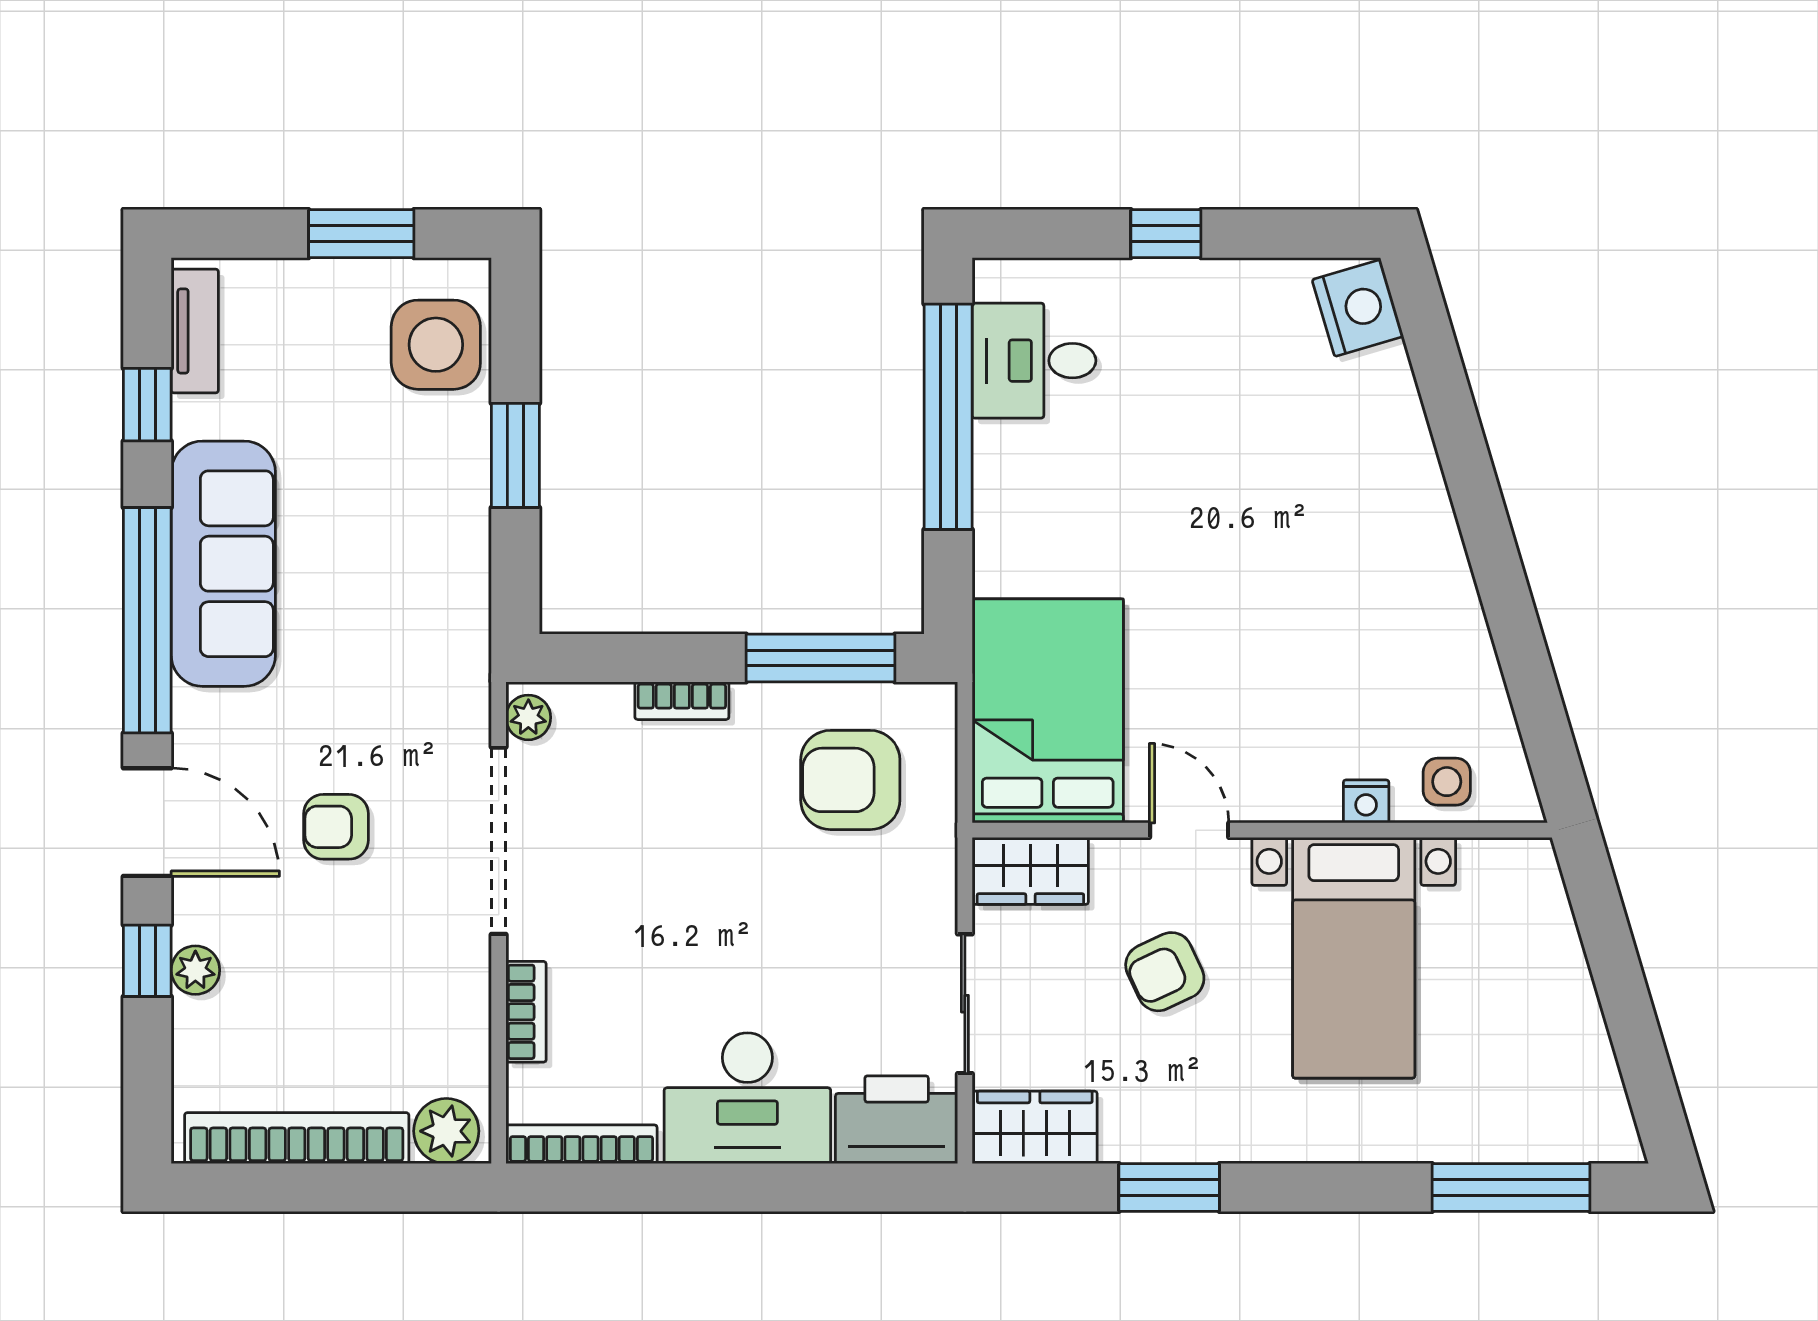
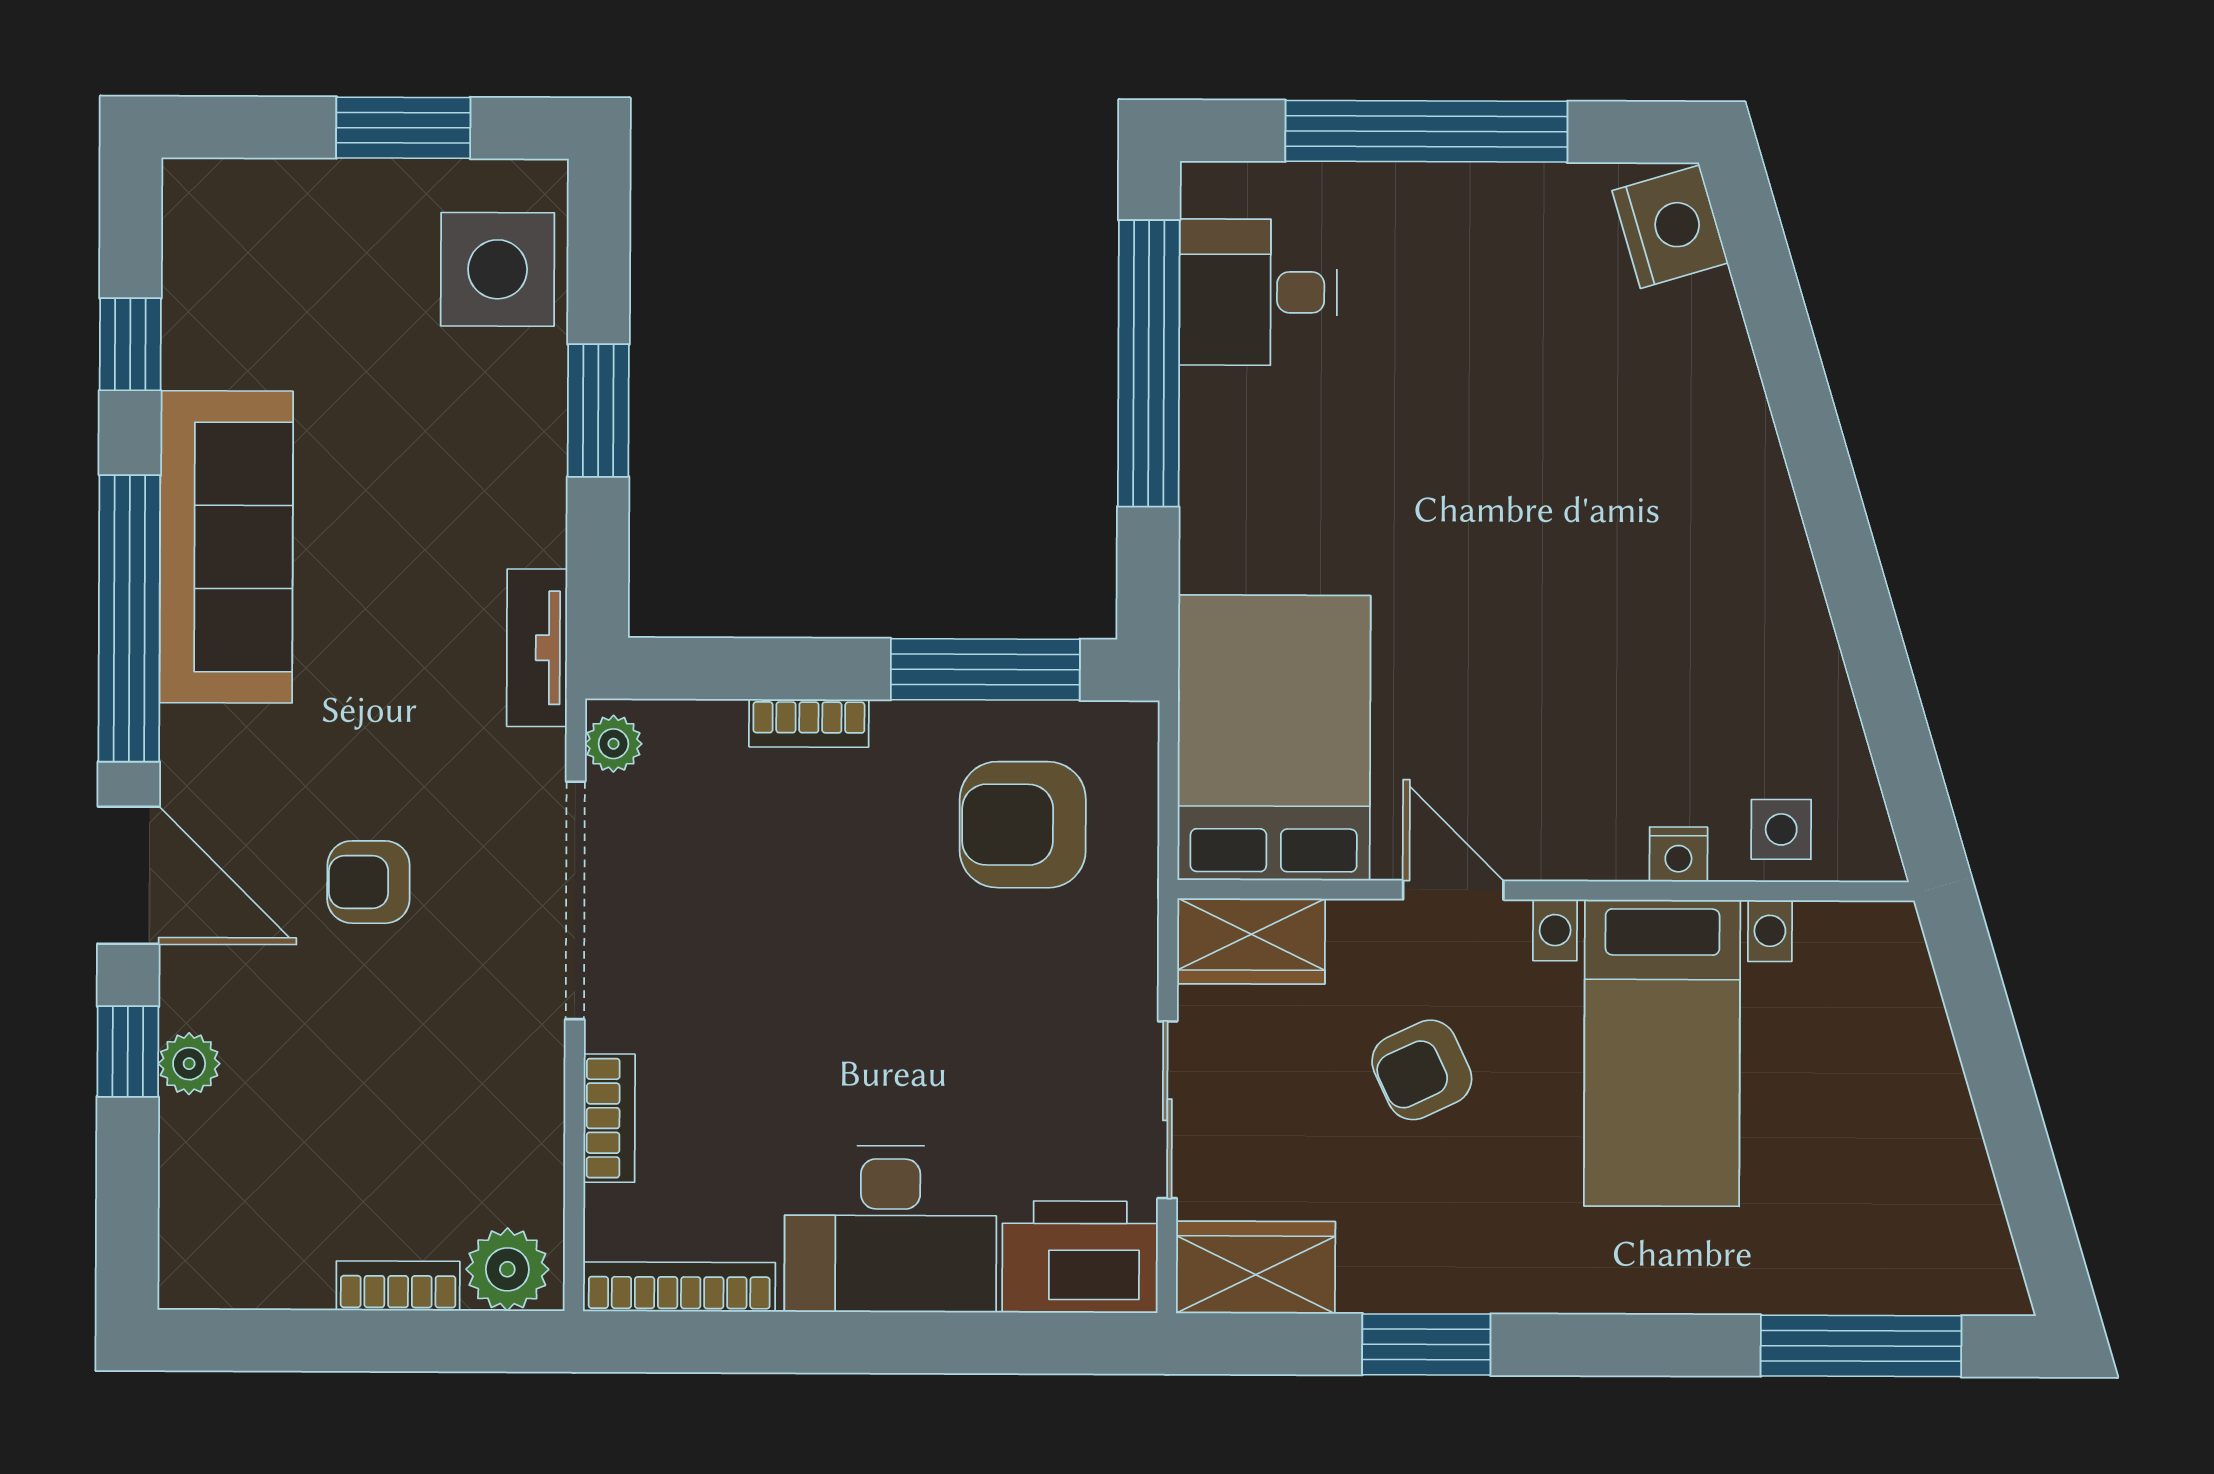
window: (1166, 234) -> (1426, 131), width x3.17
tv unit: (195, 331) -> (537, 648), moved, turned 180
bookcase: (297, 1138) -> (398, 1286), width x0.43, depth x0.76

